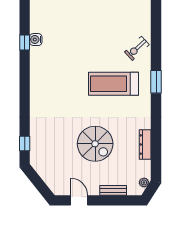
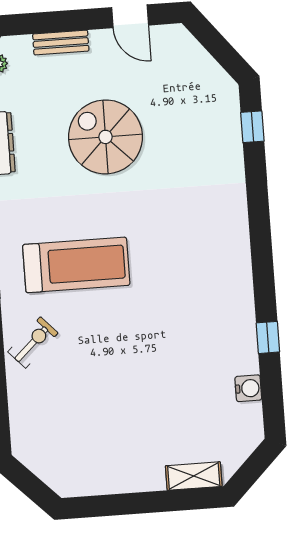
water cooler: (36, 40) -> (248, 388), moved

